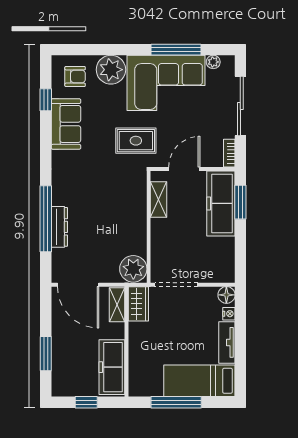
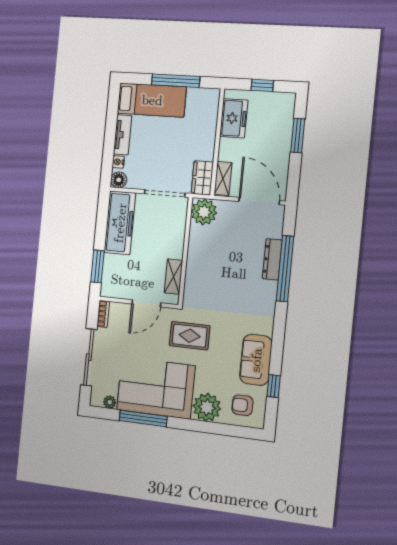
freezer: (221, 203) -> (120, 223), moved
freezer: (112, 367) -> (234, 118), width x0.71

